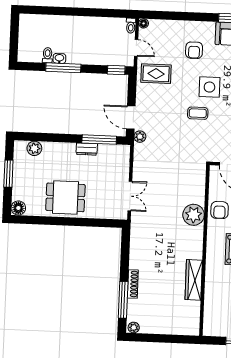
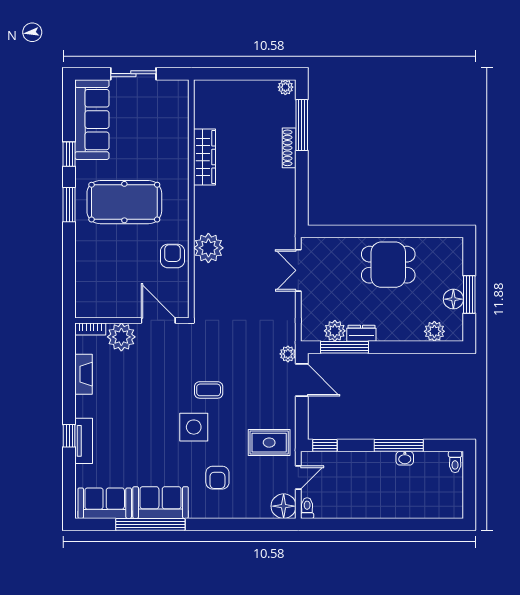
floor lamp: (144, 23) -> (284, 506), width x1.89, depth x1.89
door: (136, 48) -> (298, 477), swing flipped
armchair: (194, 50) -> (217, 478), turned 180
toilet: (47, 55) -> (455, 462), moved
plant: (106, 152) -> (335, 331), added
floor lamp: (18, 208) -> (453, 299), moved

